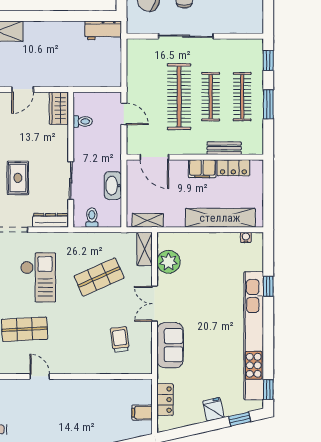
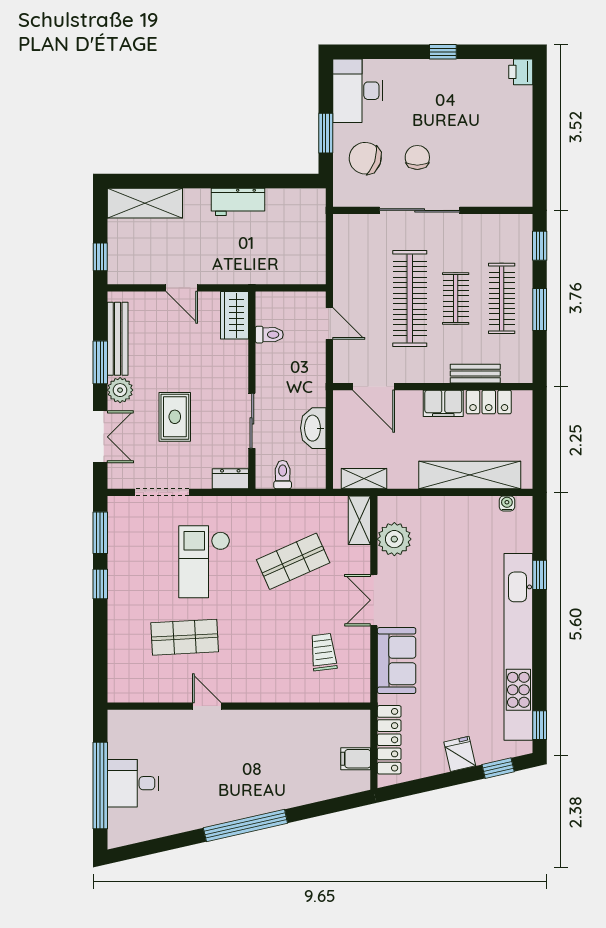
workbench: (103, 30) -> (238, 202), moved
door: (23, 89) -> (182, 288), hinge flipped
clothes rail: (211, 97) -> (456, 298), width x0.73
dresser: (51, 220) -> (230, 479), width x0.70
checkout: (38, 277) -> (204, 562), turned 180
locker: (165, 400) -> (389, 740), width x1.53

